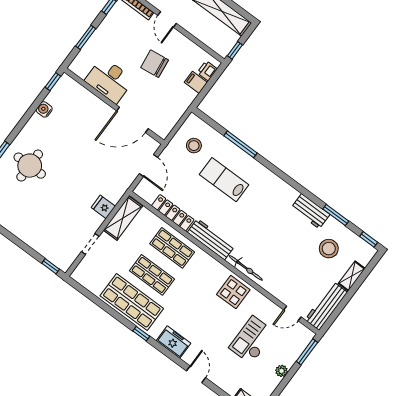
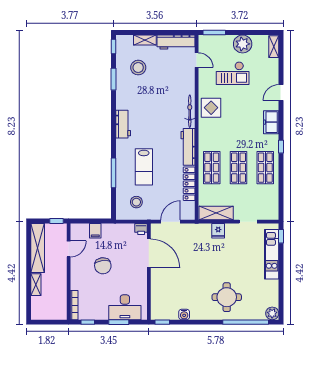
door: (167, 19) -> (69, 249), moved
printer: (207, 71) -> (141, 229), moved
desk: (109, 80) -> (125, 307), moved, turned 90
workbench: (310, 211) -> (123, 124), moved
kitchen unit: (39, 243) -> (272, 254), added
shop shelf: (132, 302) -> (265, 168), width x0.70, depth x0.74
plant: (282, 371) -> (243, 44), width x1.87, depth x1.87

